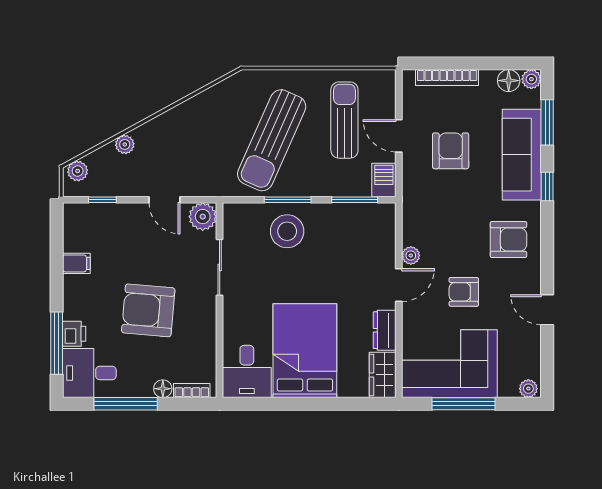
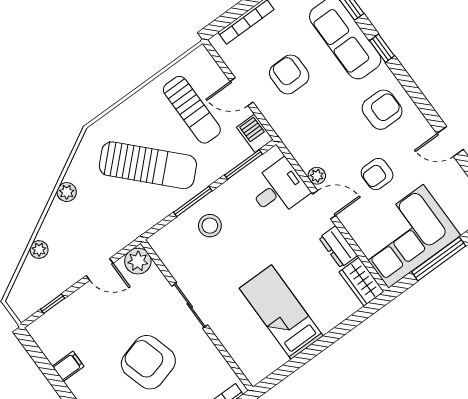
sun lounger: (344, 120) -> (192, 110), turned 180
sun lounger: (272, 140) -> (148, 165), turned -68
plant: (78, 171) -> (67, 192), moved
stool: (287, 231) -> (210, 226), width x0.73, depth x0.73
sliding door: (220, 267) -> (190, 305), moved
door: (399, 285) -> (324, 205), hinge flipped
armchair: (148, 310) -> (148, 362), turned 69
bed: (305, 351) -> (281, 312), width x0.67
desk: (247, 371) -> (279, 189), moved, turned -90

